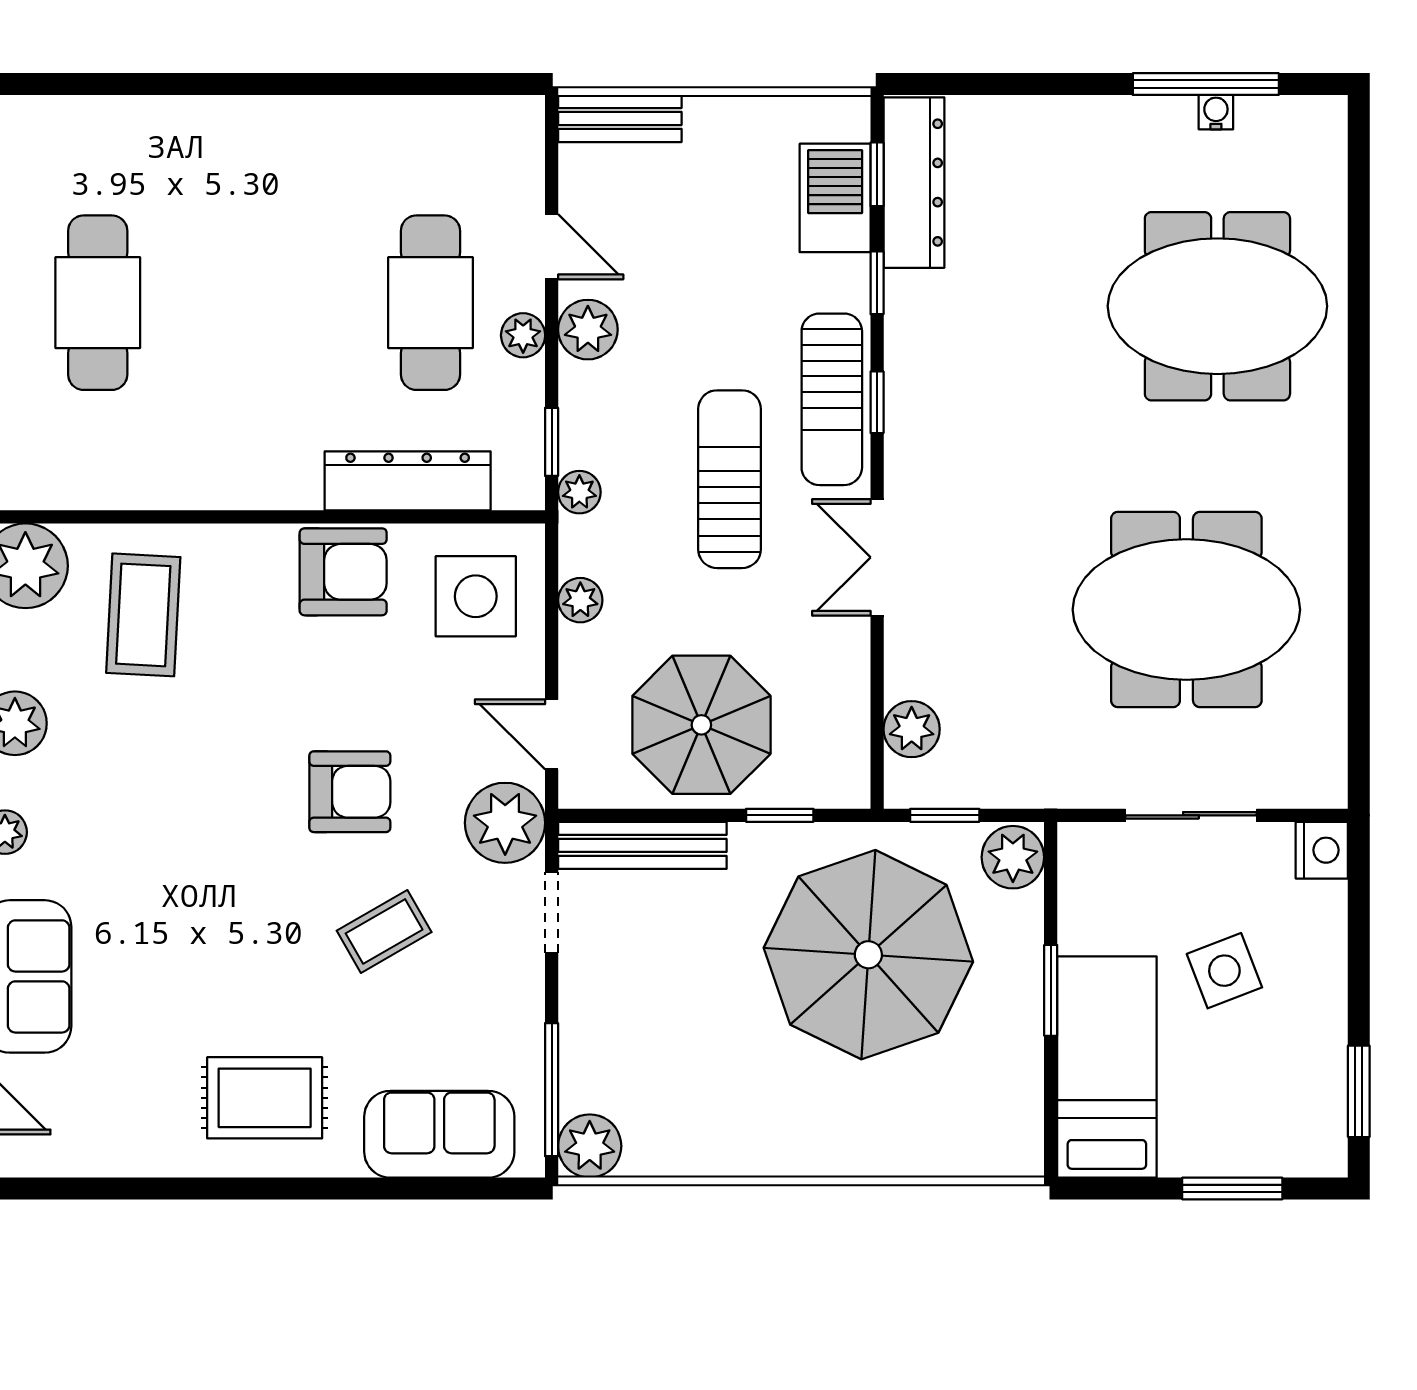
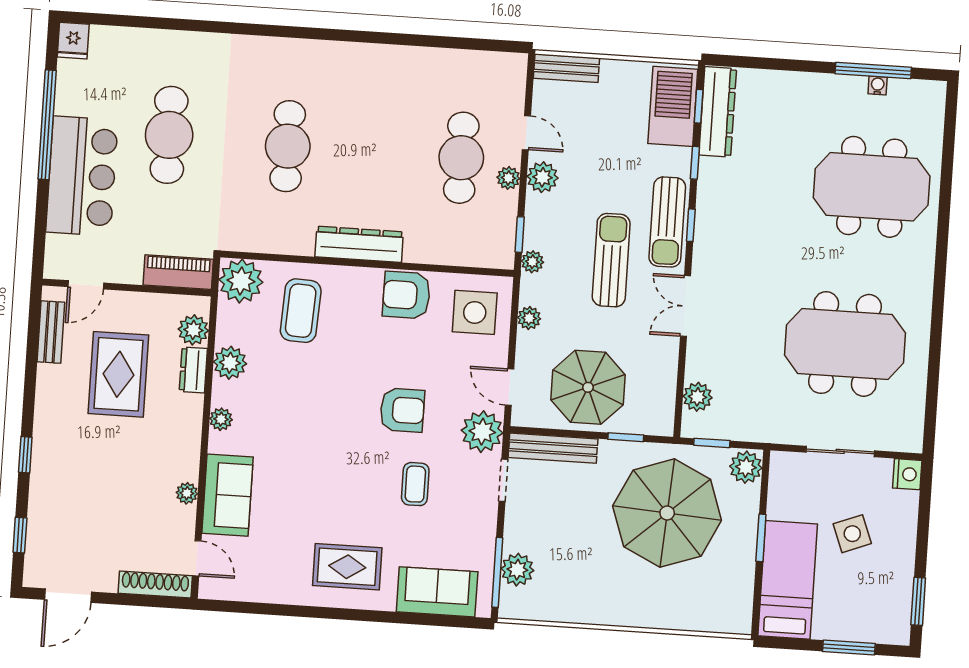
barbecue: (835, 198) -> (673, 106), width x1.37, depth x1.21
dresser: (408, 481) -> (359, 244), moved
armchair: (343, 572) -> (406, 295), turned 180
coffee table: (384, 931) -> (415, 484), turned -60
plant: (590, 1146) -> (517, 570), moved

